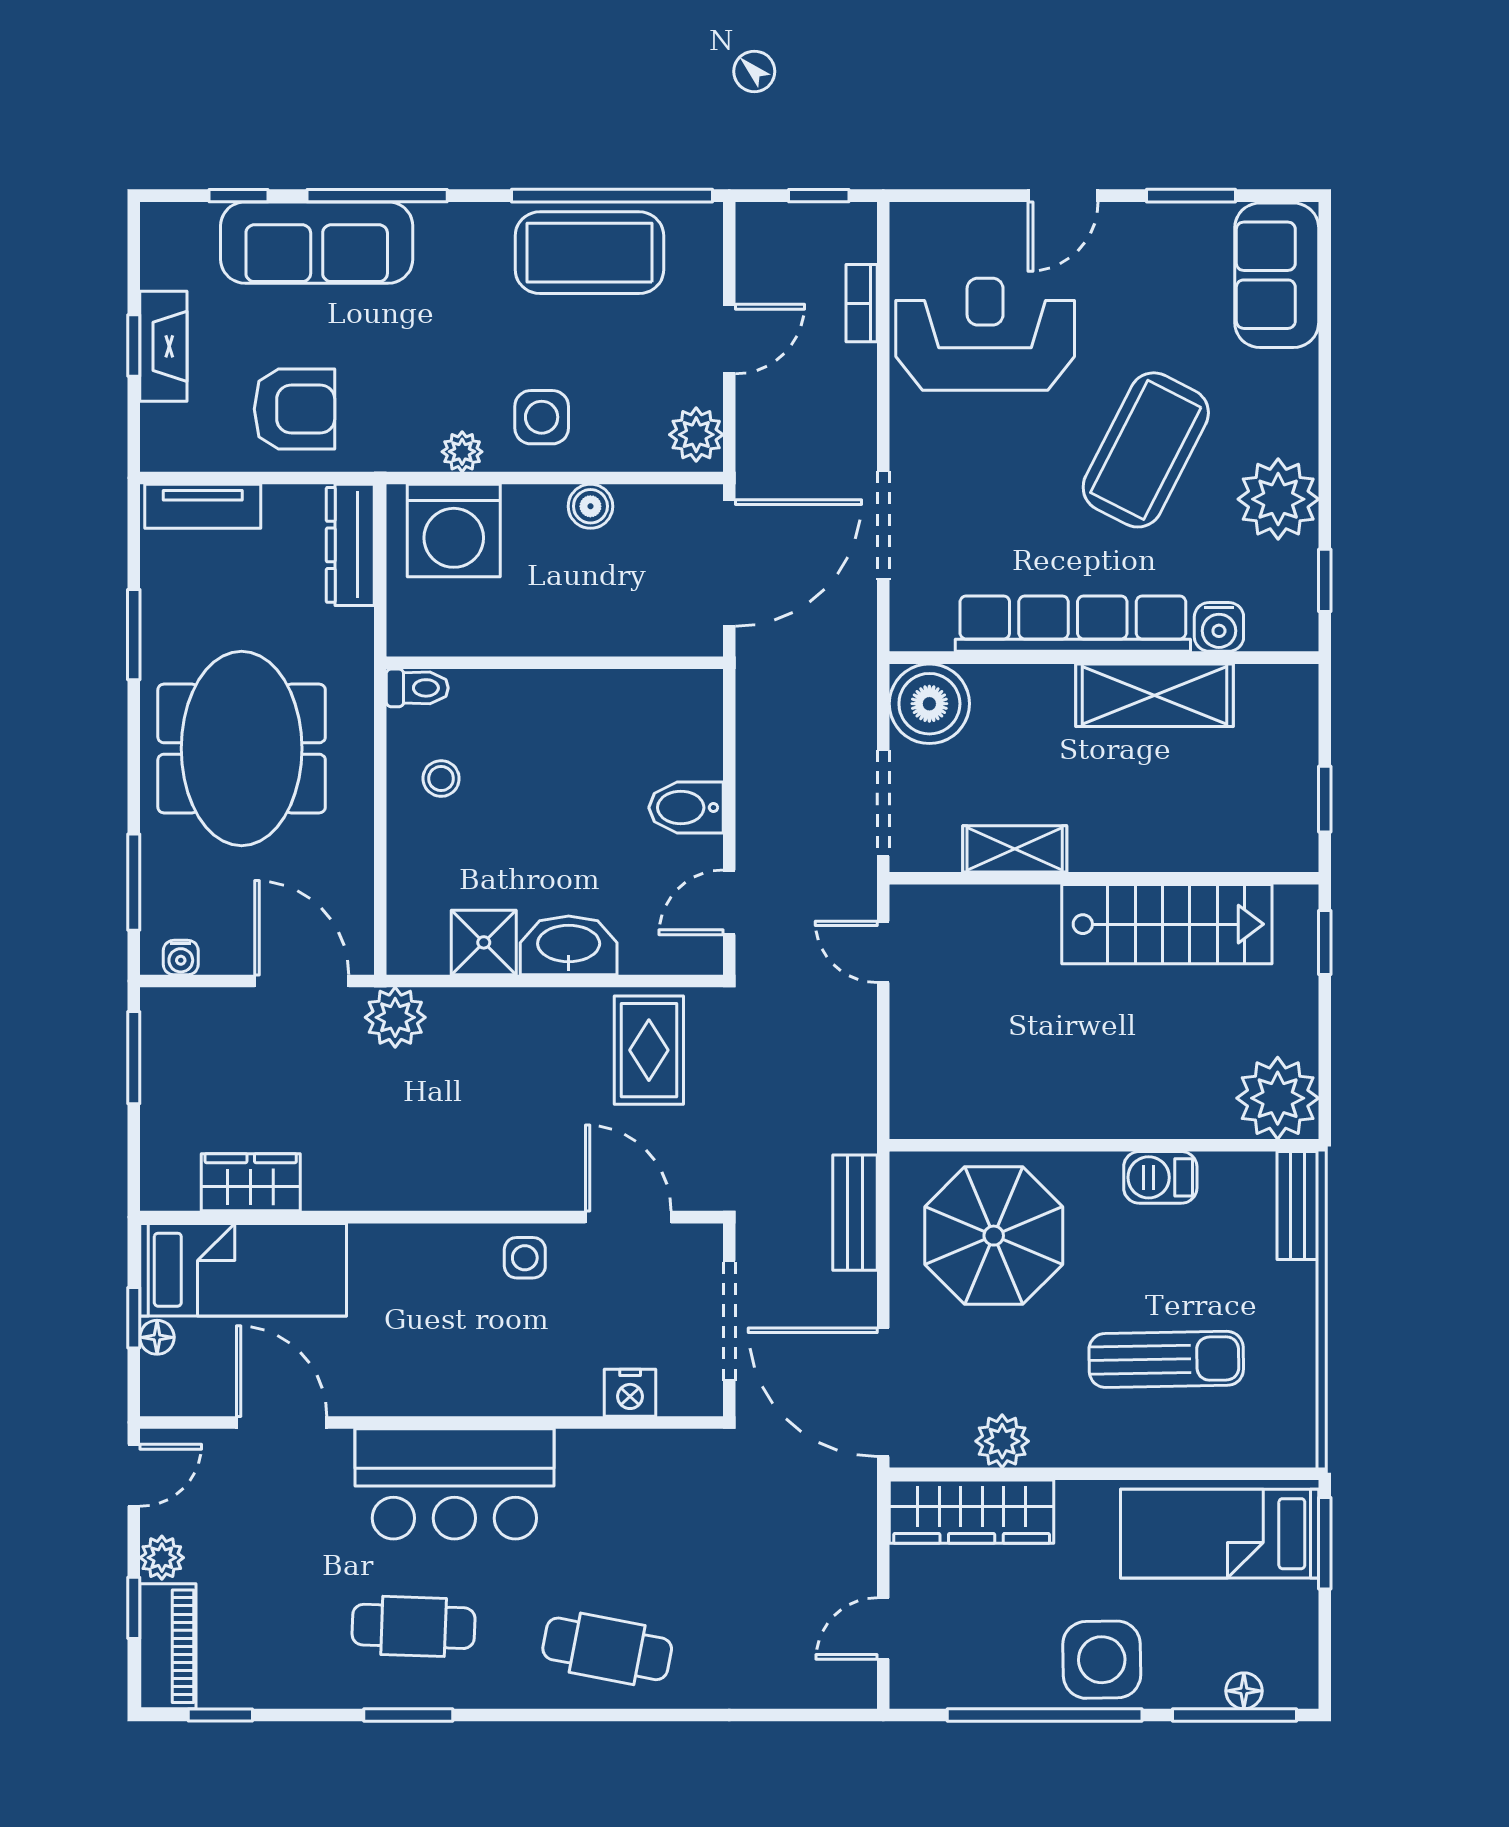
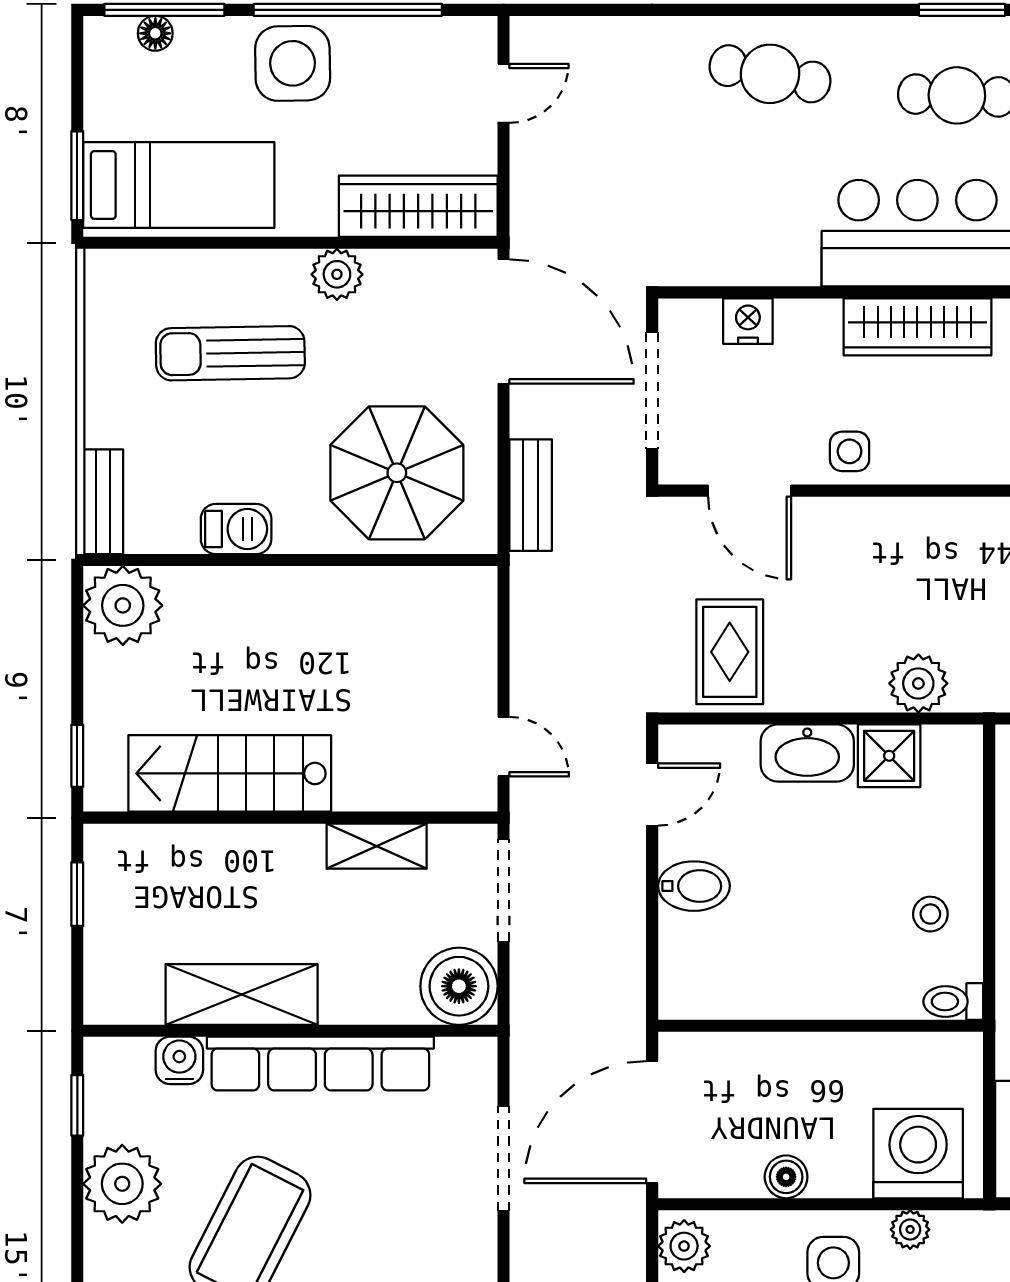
plant: (395, 1017) -> (918, 683), moved
wardrobe: (454, 1387) -> (917, 327), added
plant: (1002, 1441) -> (337, 274), moved

